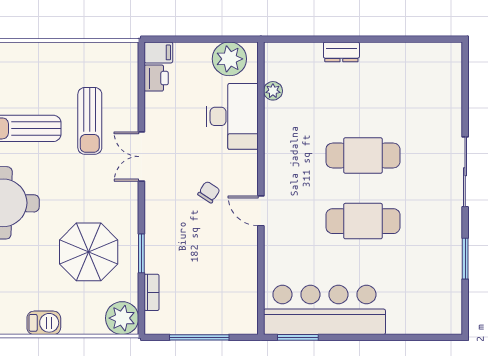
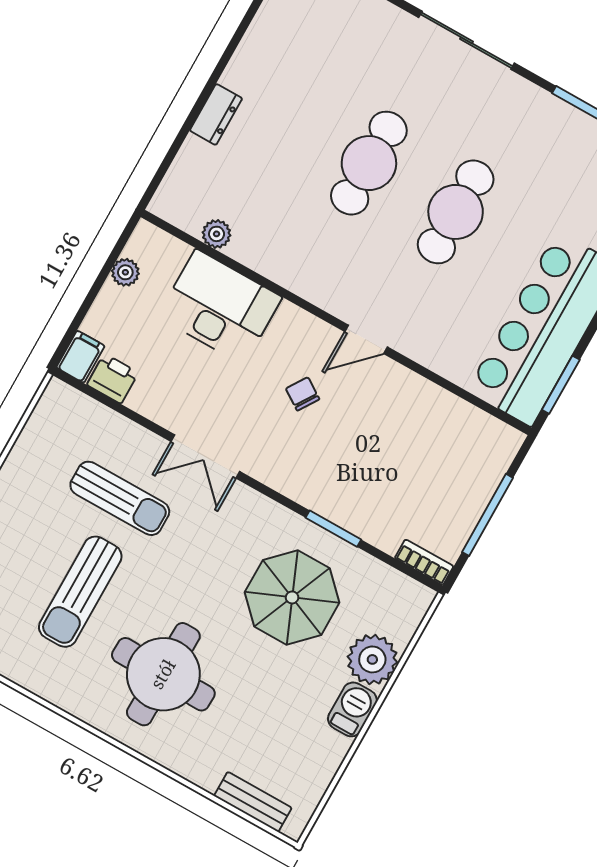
plant: (229, 59) -> (125, 272), width x0.53, depth x0.53
bookcase: (152, 292) -> (424, 562), moved
plant: (122, 318) -> (372, 659), moved

